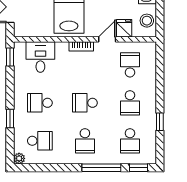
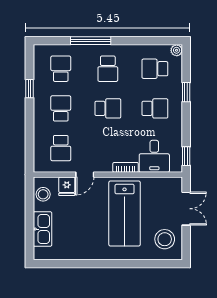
bookcase: (81, 46) -> (126, 167), moved
school desk: (85, 141) -> (108, 69), turned 180
window: (139, 168) -> (52, 41), removed

